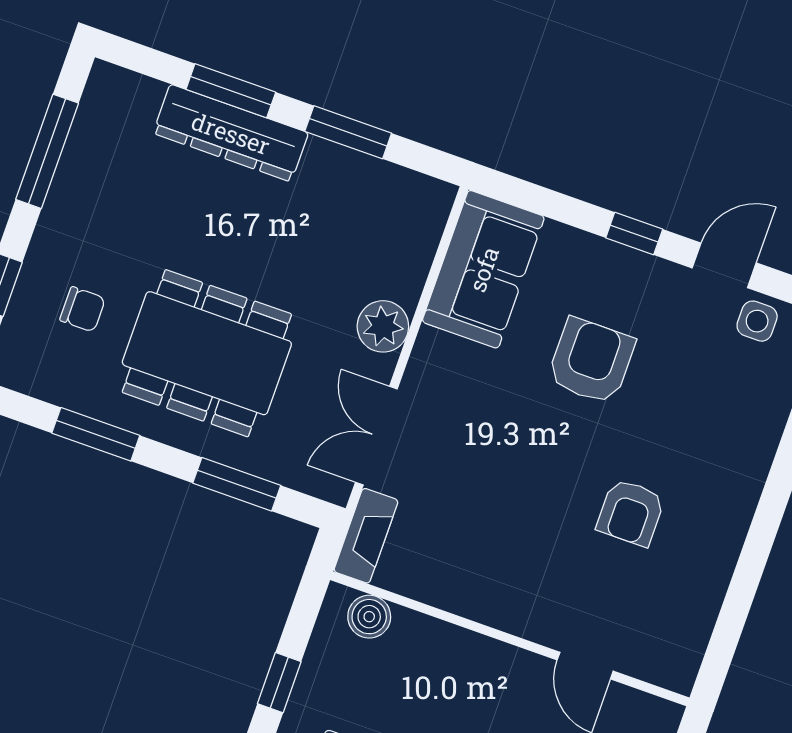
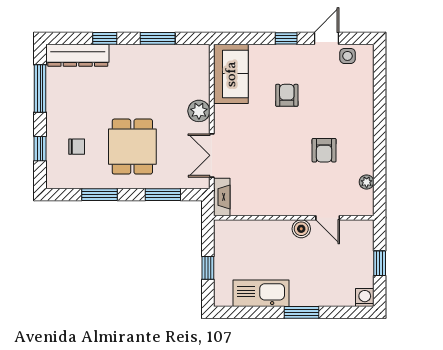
window: (231, 91) -> (105, 38), width x0.67
dresser: (231, 133) -> (78, 55), moved
dining table: (207, 353) -> (132, 147), width x0.73
armchair: (591, 361) -> (287, 95), width x0.72, depth x0.72
boiler: (369, 617) -> (301, 229), moved
plant: (700, 617) -> (367, 182), added

